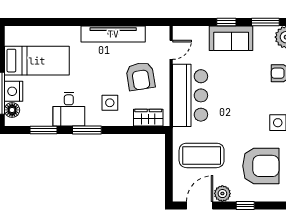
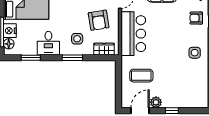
window: (87, 130) -> (72, 58), moved
coffee table: (202, 155) -> (141, 76), width x0.73, depth x0.76
armchair: (261, 166) -> (183, 83), removed

